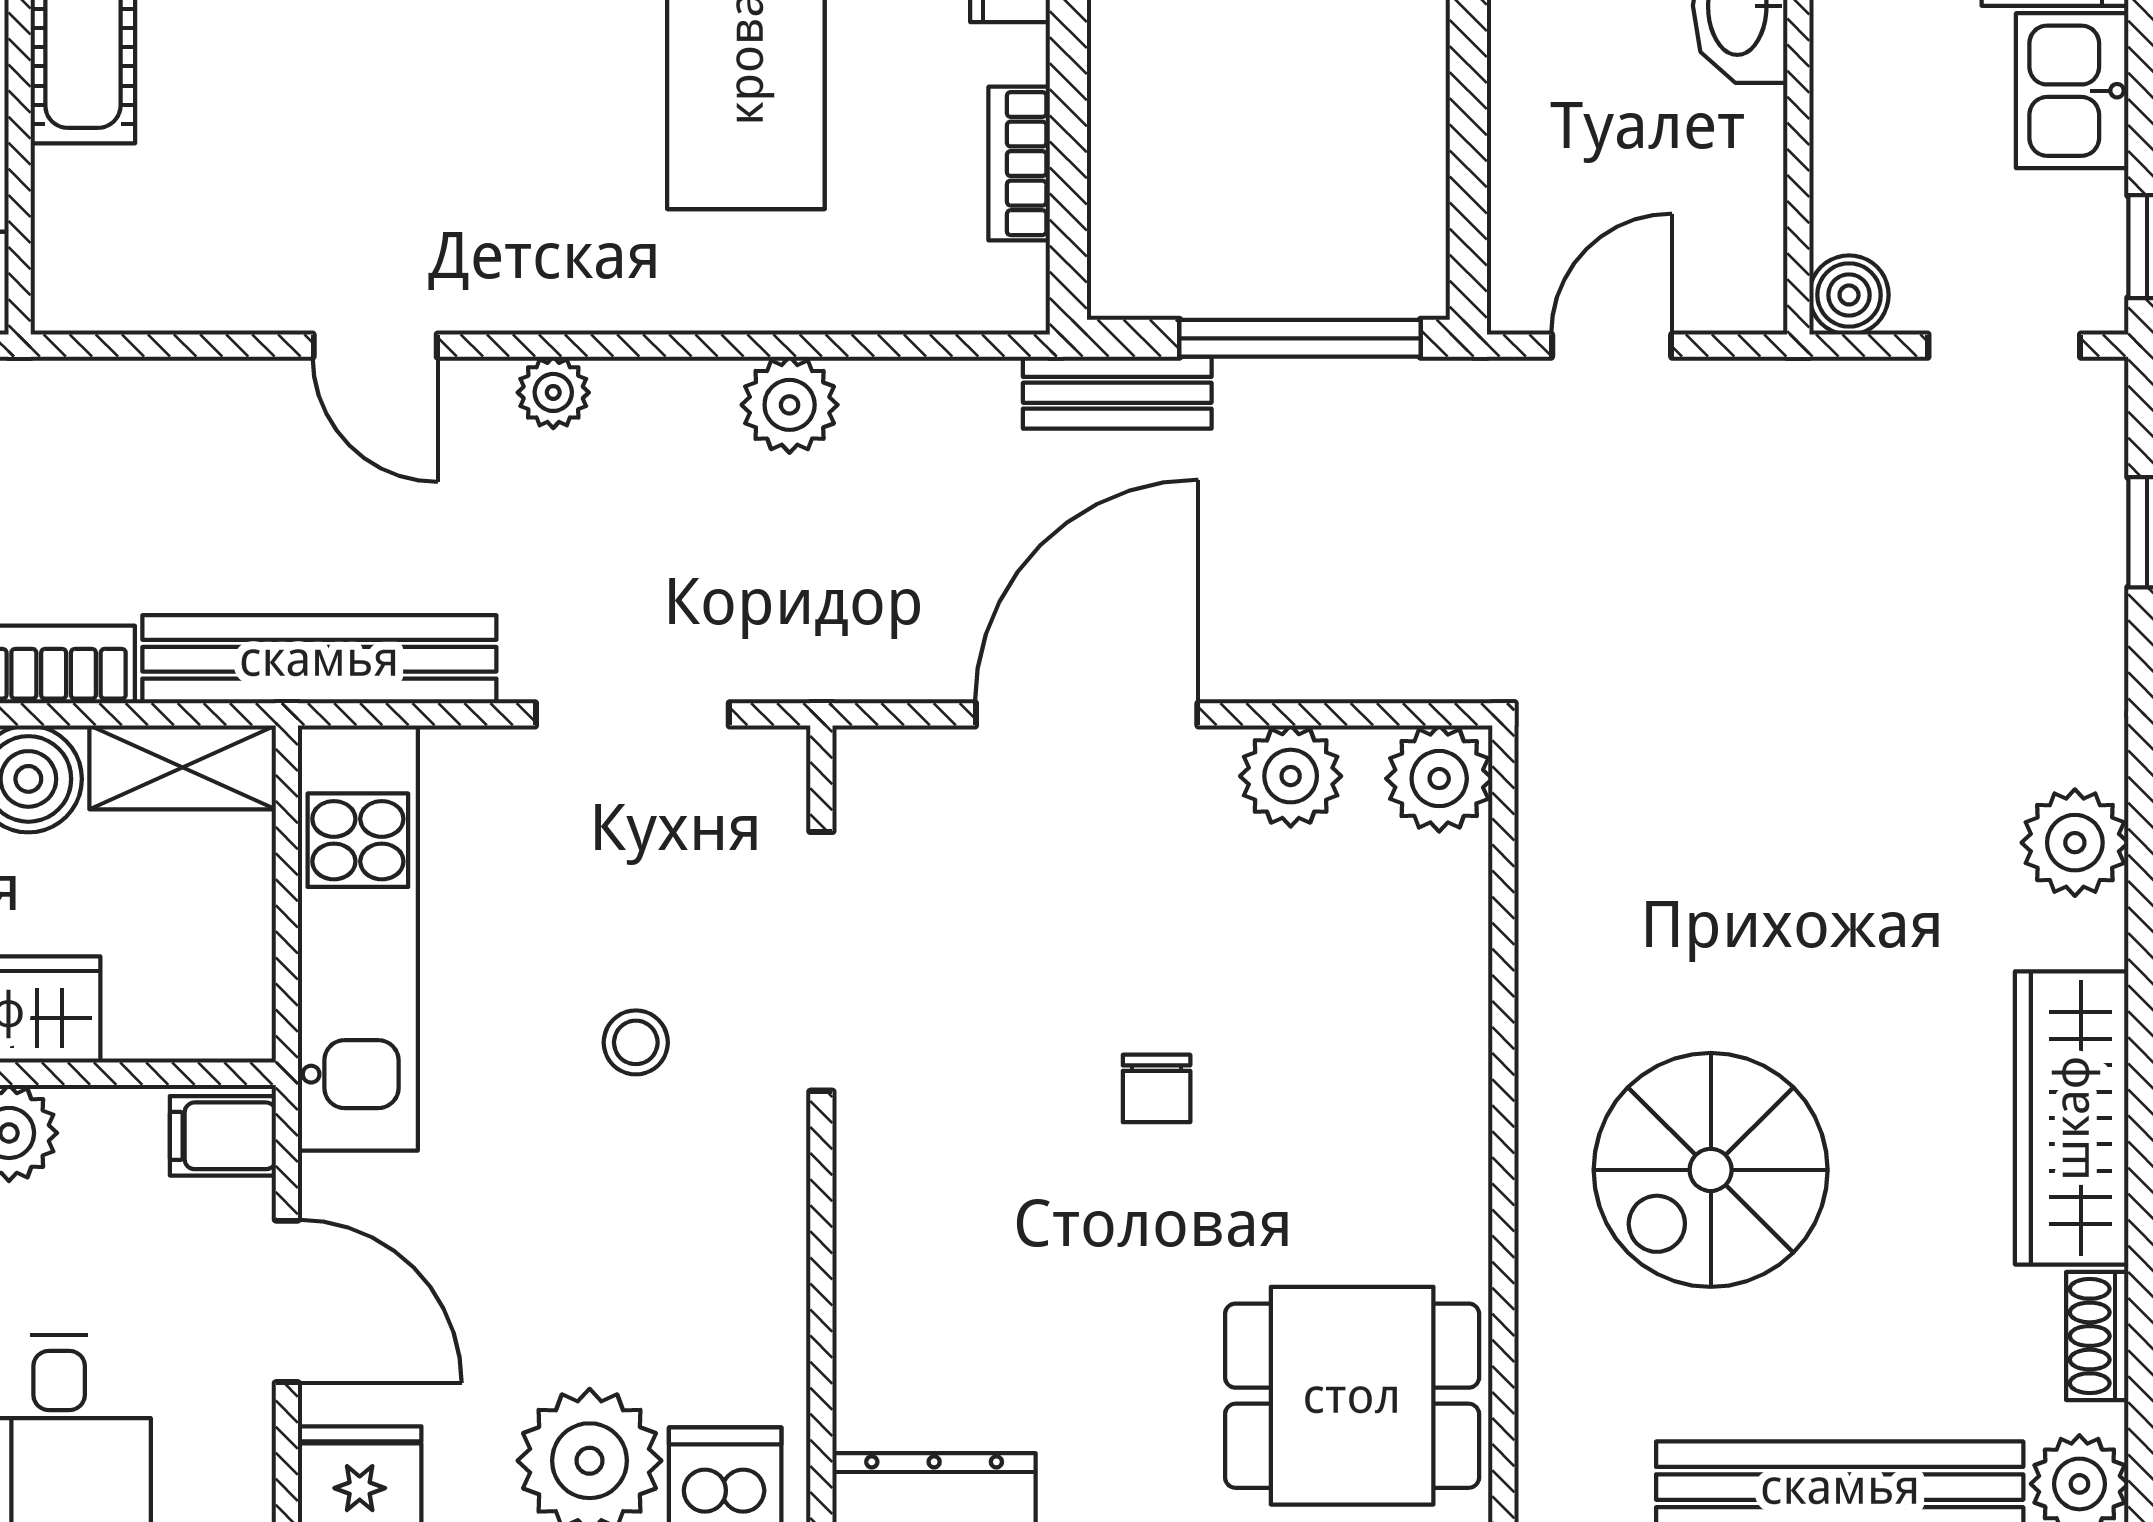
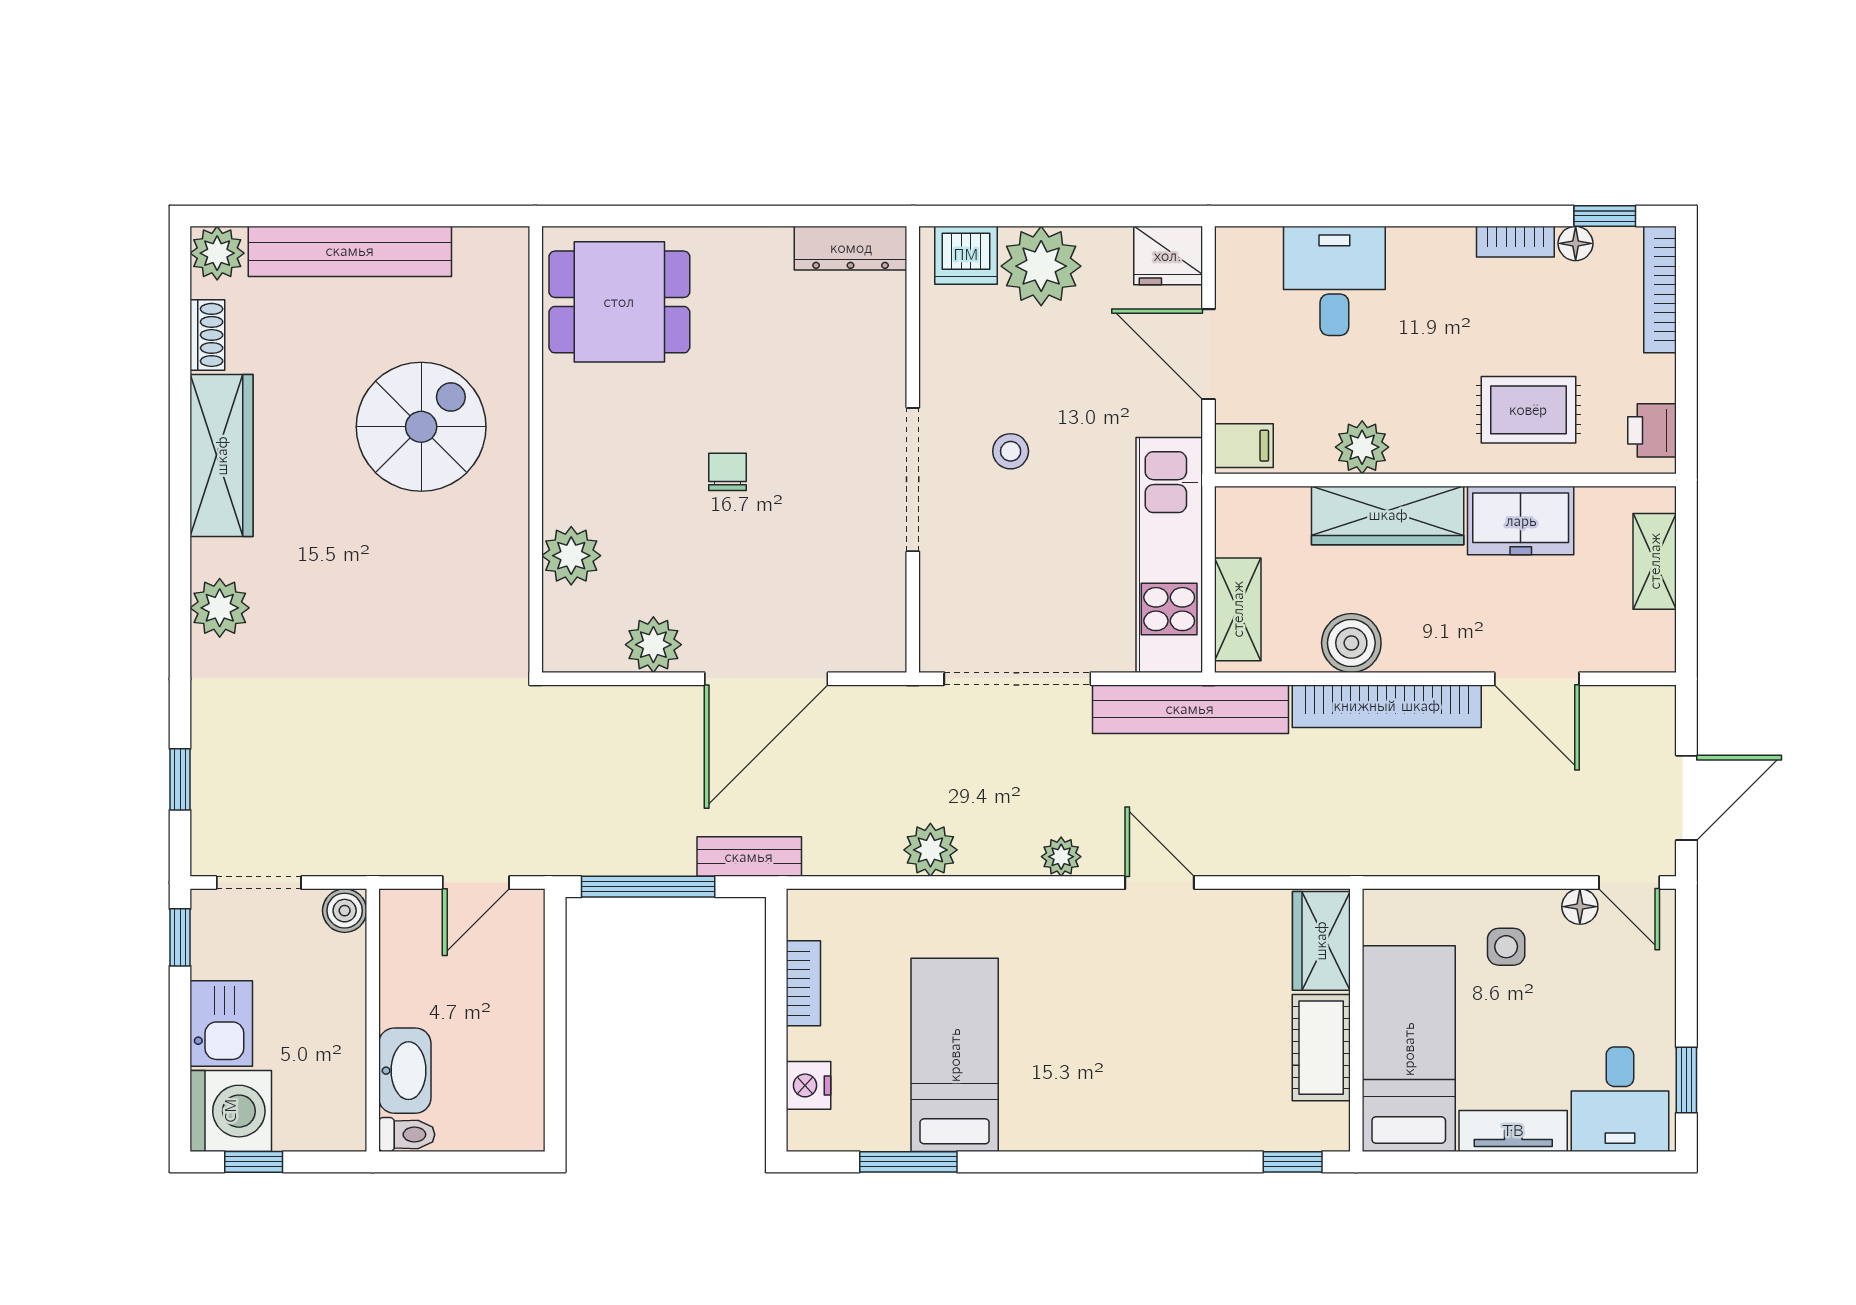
wardrobe: (83, 240) -> (1321, 941), added
doorway: (632, 714) -> (1017, 679), width x1.36
shelving: (183, 767) -> (1238, 609), moved, turned 90
plant: (1439, 779) -> (571, 556), moved
doorway: (821, 961) -> (913, 480), moved
stool: (636, 1042) -> (1011, 451), moved

